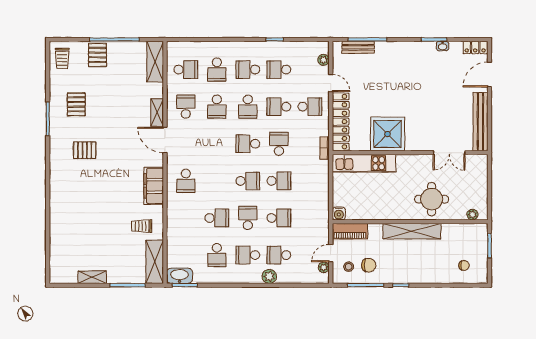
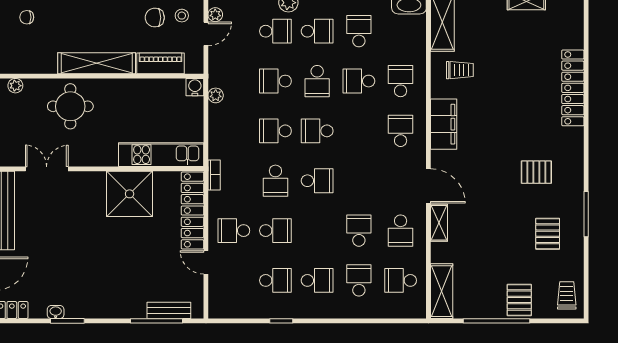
plant: (323, 60) -> (216, 95), moved
school desk: (248, 107) -> (401, 81), moved
locker: (58, 213) -> (573, 88), added
piano: (350, 231) -> (161, 63), moved

